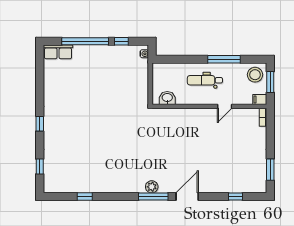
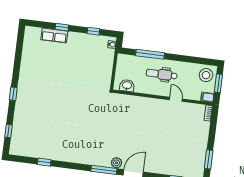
window: (85, 41) -> (62, 27), width x0.32
row of seats: (58, 52) -> (54, 36), moved
window: (224, 59) -> (150, 54), moved
door: (225, 106) -> (176, 99), swing flipped
plant: (152, 187) -> (117, 163), moved

